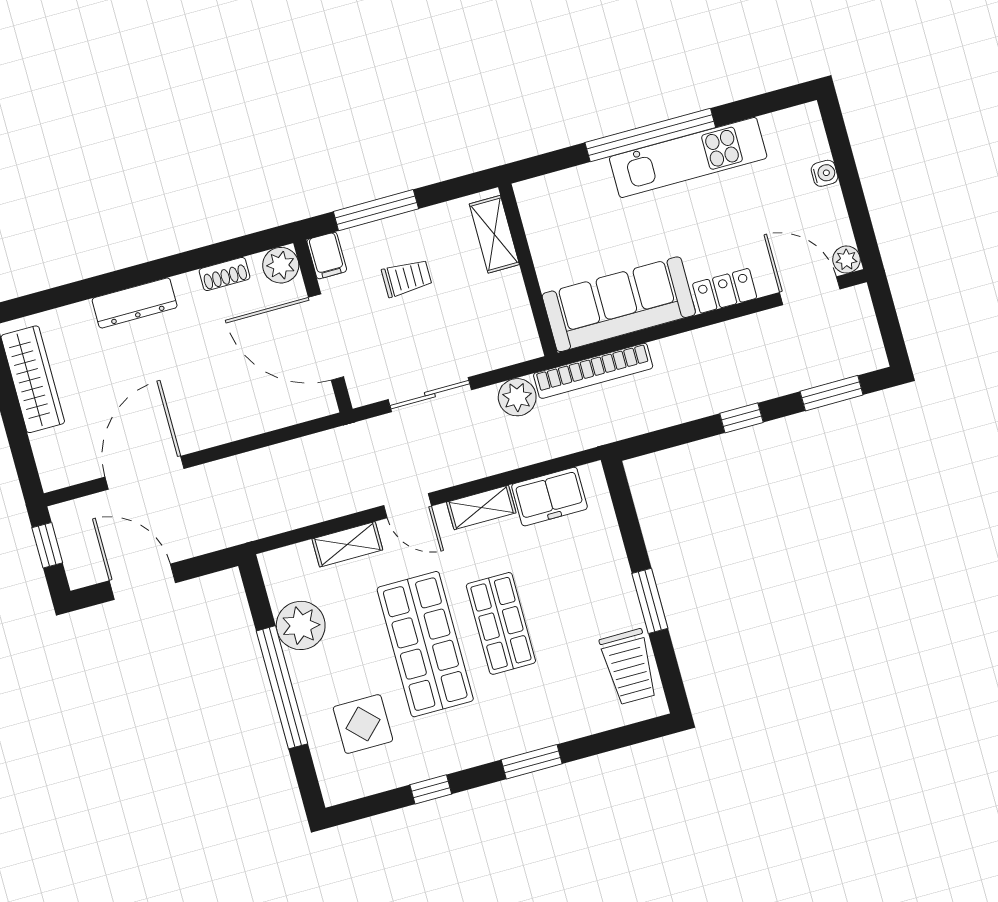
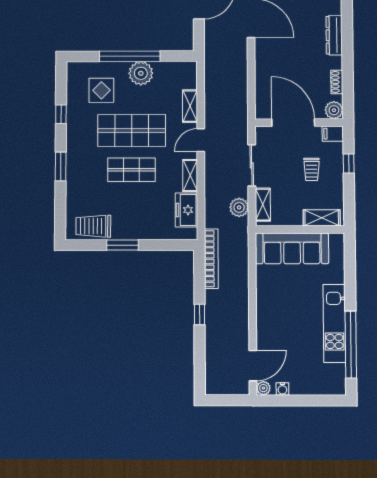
window: (650, 135) -> (351, 345), moved
water cooler: (824, 173) -> (282, 389), moved
window: (376, 210) -> (349, 163), width x0.46
locker: (725, 291) -> (264, 323), removed
sofa: (619, 304) -> (292, 248), moved, turned 90
door: (326, 337) -> (293, 123), hinge flipped
shelving: (500, 353) -> (263, 205), added
bookcase: (593, 371) -> (211, 259), moved, turned 180
window: (832, 393) -> (200, 362), removed
plant: (301, 625) -> (141, 73), moved

